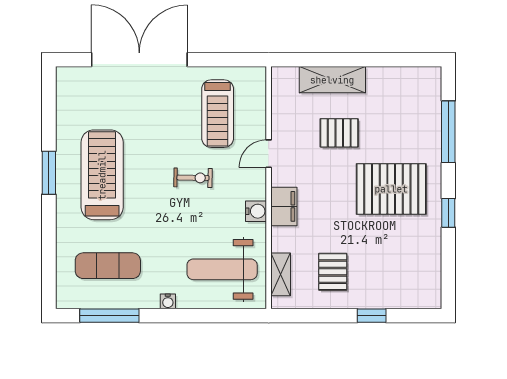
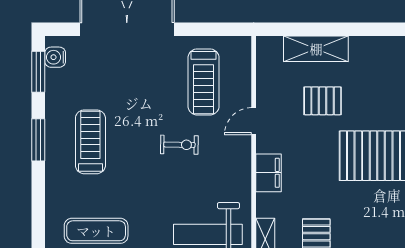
window: (49, 103) -> (38, 72), added
treadmill: (102, 175) -> (90, 142), width x0.73, depth x0.73
water cooler: (256, 211) -> (55, 57), moved, turned 180

